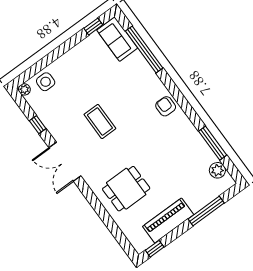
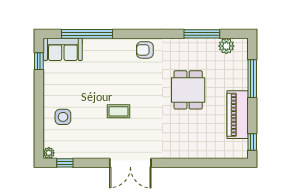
side table: (46, 82) -> (63, 117), moved
coffee table: (100, 121) -> (119, 111), width x0.73, depth x0.77
window: (38, 125) -> (65, 163), moved
dining table: (126, 189) -> (188, 90), moved

